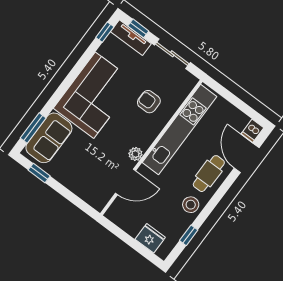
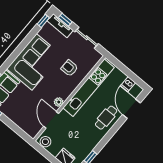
dishwasher: (252, 131) -> (128, 84), moved
door: (126, 182) -> (51, 120), swing flipped
stool: (191, 205) -> (45, 142), moved

